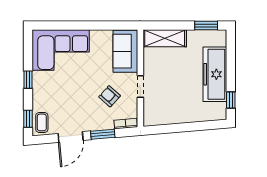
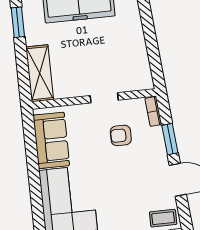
sofa: (125, 51) -> (51, 140), moved, turned -90
armchair: (110, 96) -> (121, 135), turned 48

